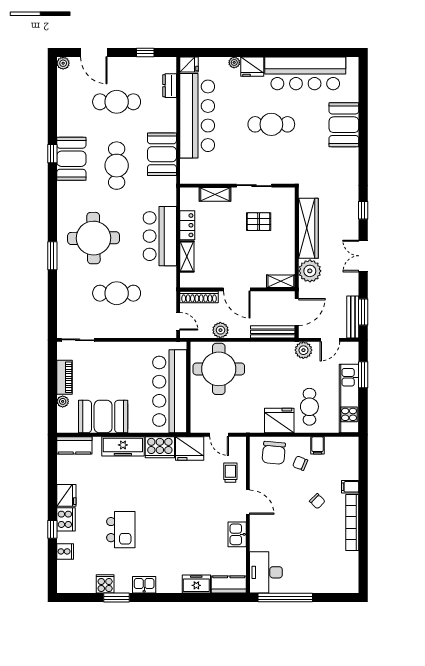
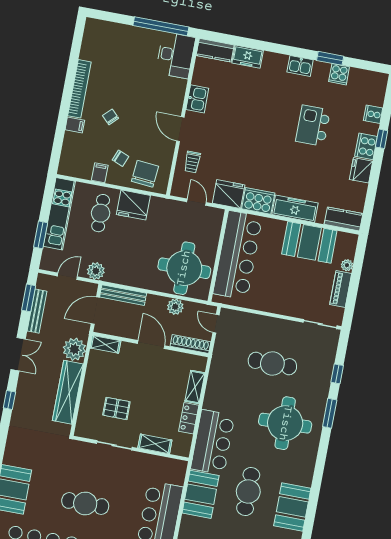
window: (52, 154) -> (337, 374), moved
bar counter: (160, 236) -> (213, 442), moved
bench: (353, 317) -> (37, 311), moved

